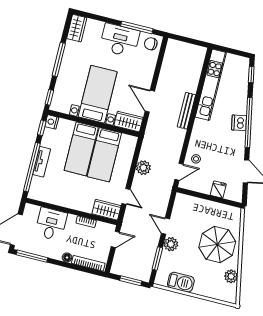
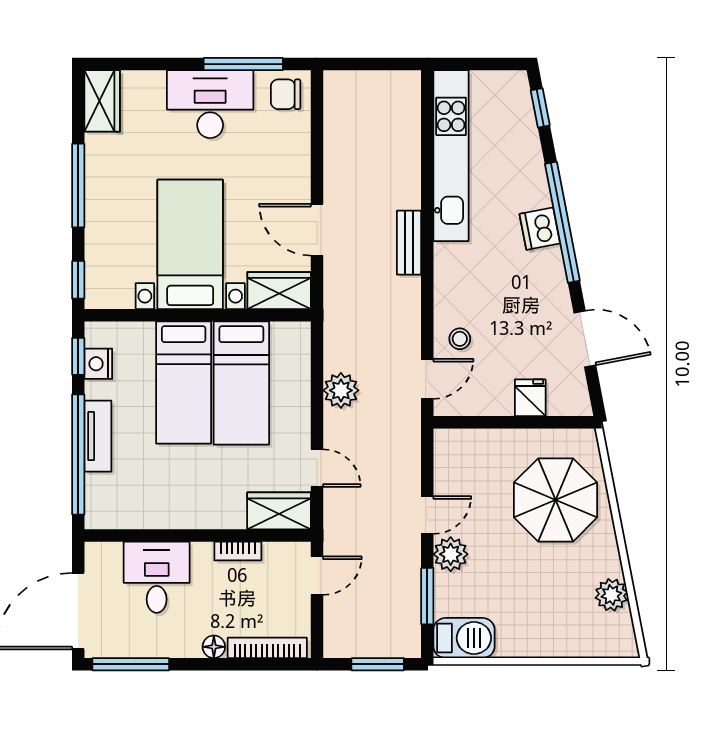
bench: (186, 111) -> (409, 243), width x0.73
nightstand: (52, 122) -> (98, 364), moved
door: (165, 226) -> (427, 515), swing flipped
parasol: (217, 244) -> (556, 500), moved
barbecue: (181, 282) -> (464, 638), moved

